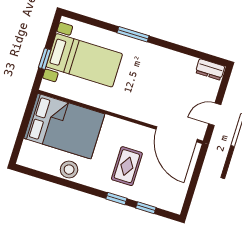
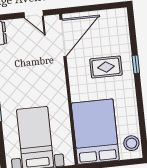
stool: (69, 170) -> (131, 143), moved
window: (146, 208) -> (133, 37), removed

